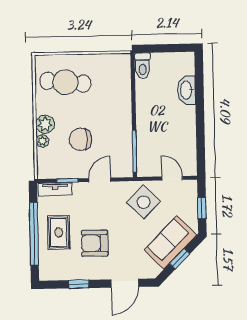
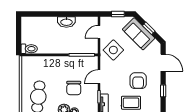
washbasin: (187, 90) -> (66, 22), moved
door: (100, 180) -> (99, 77), hinge flipped

